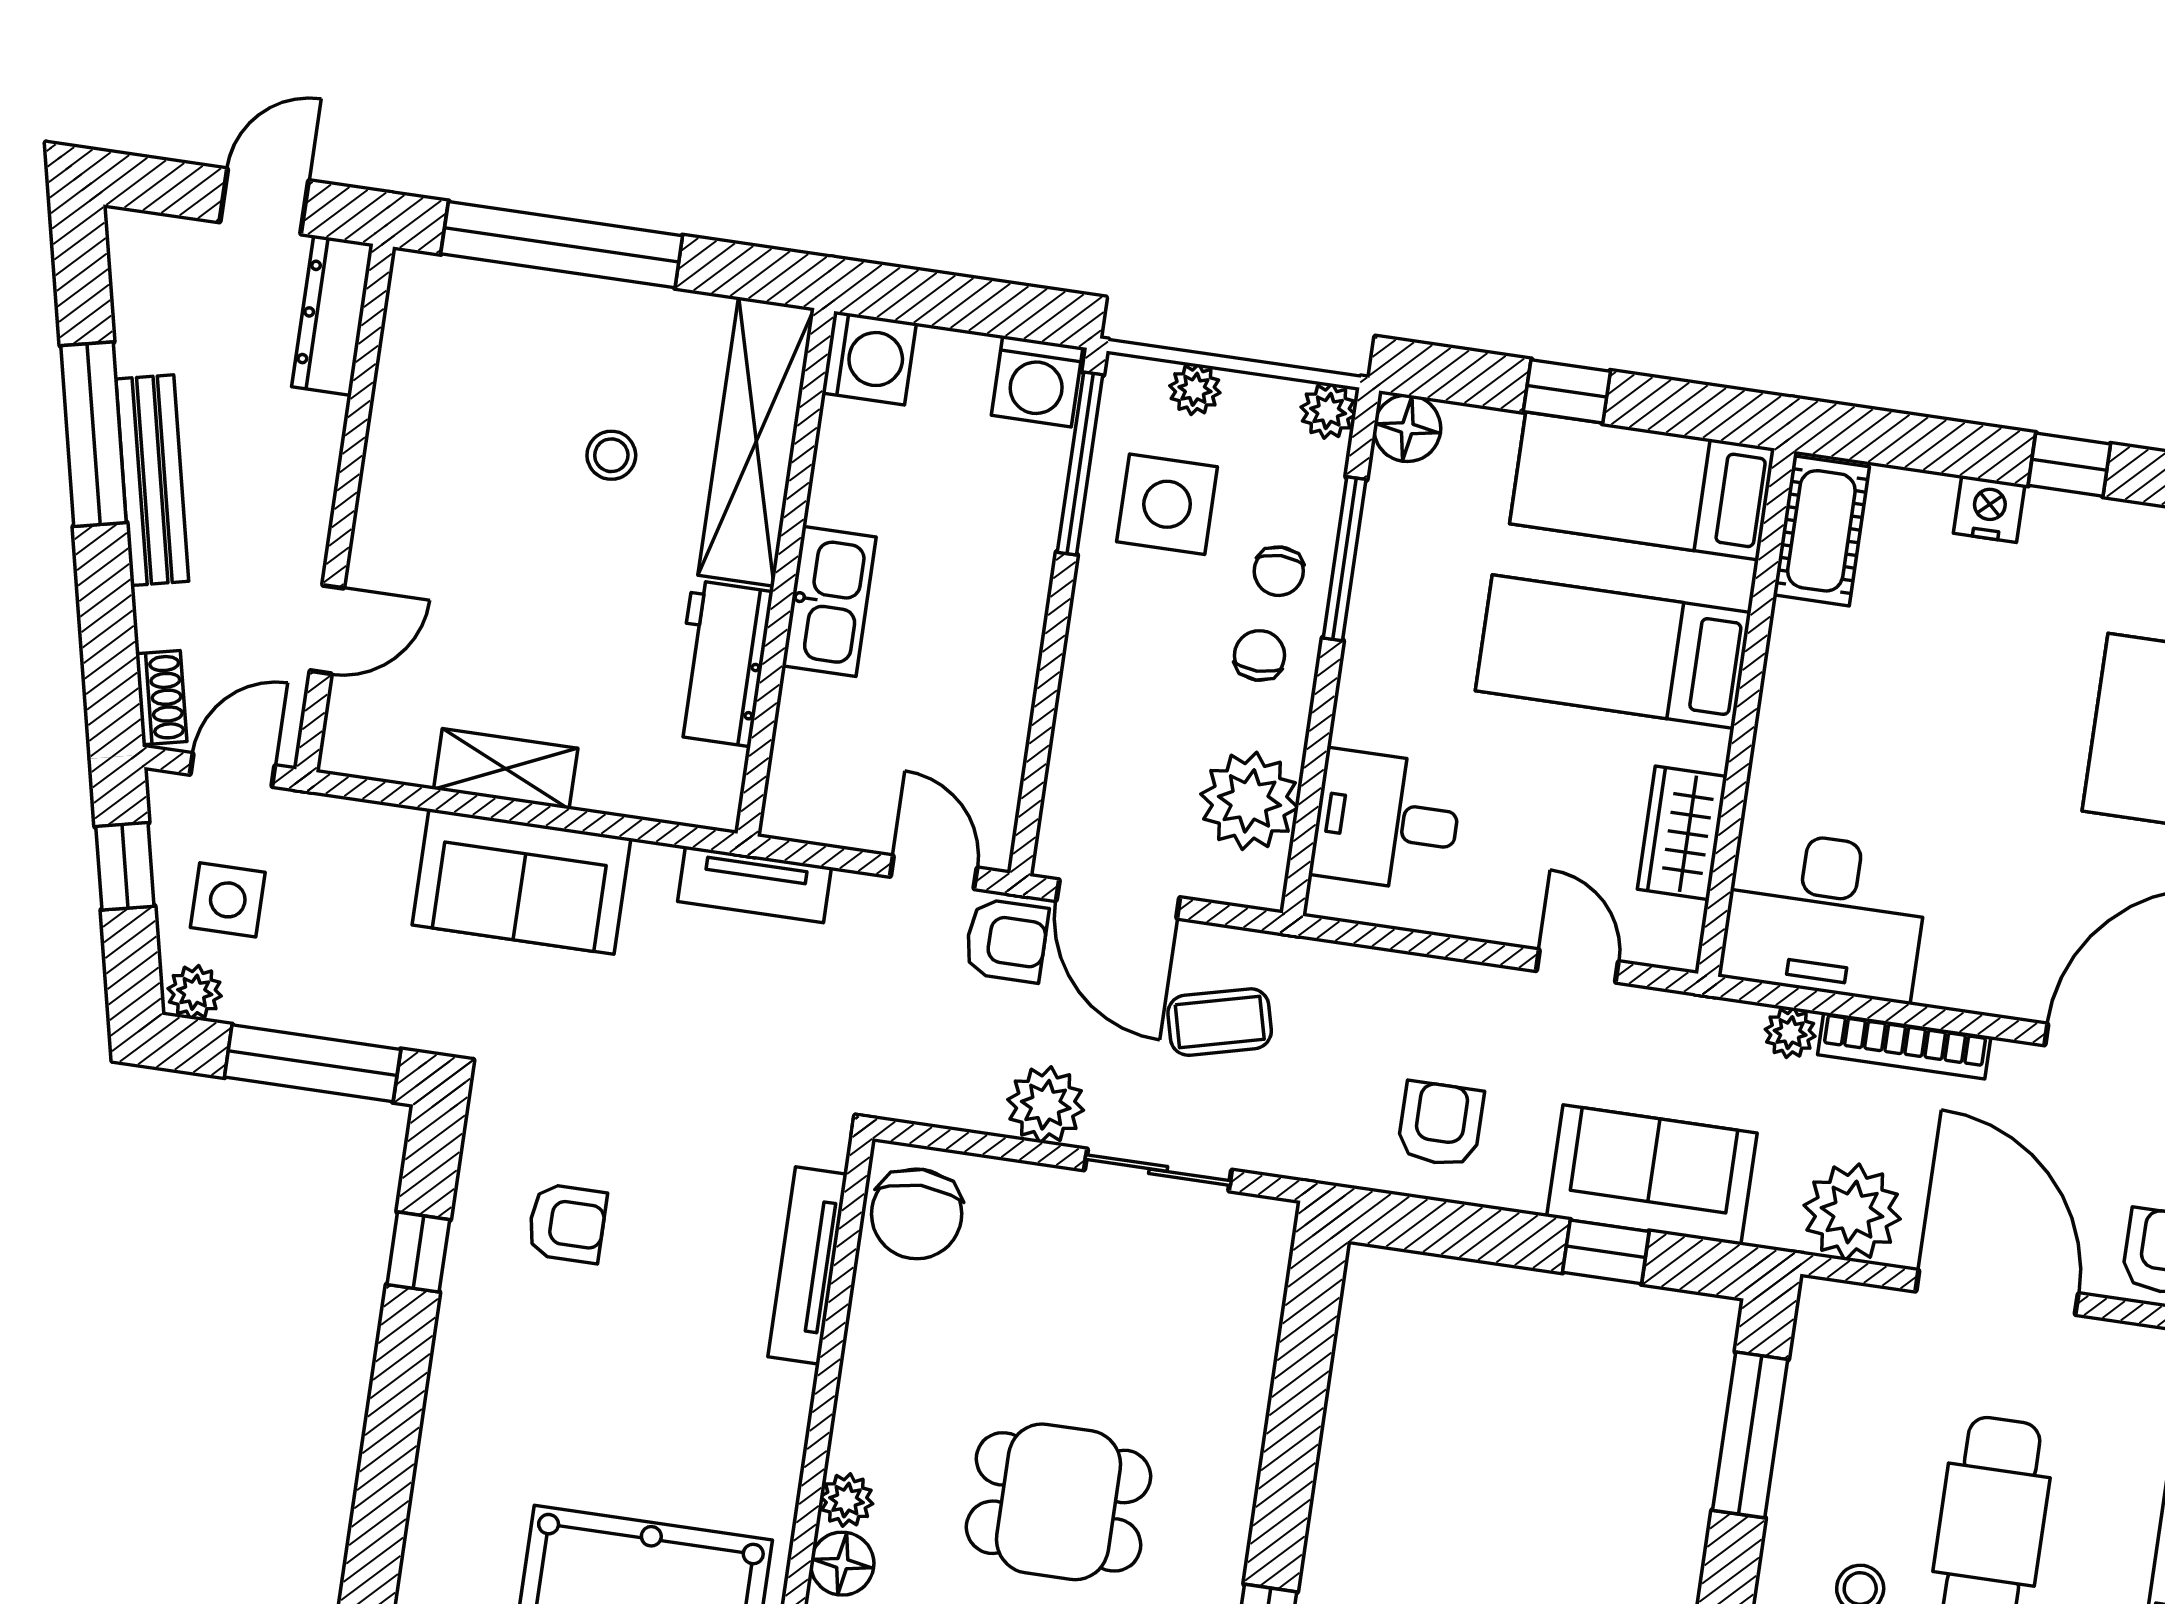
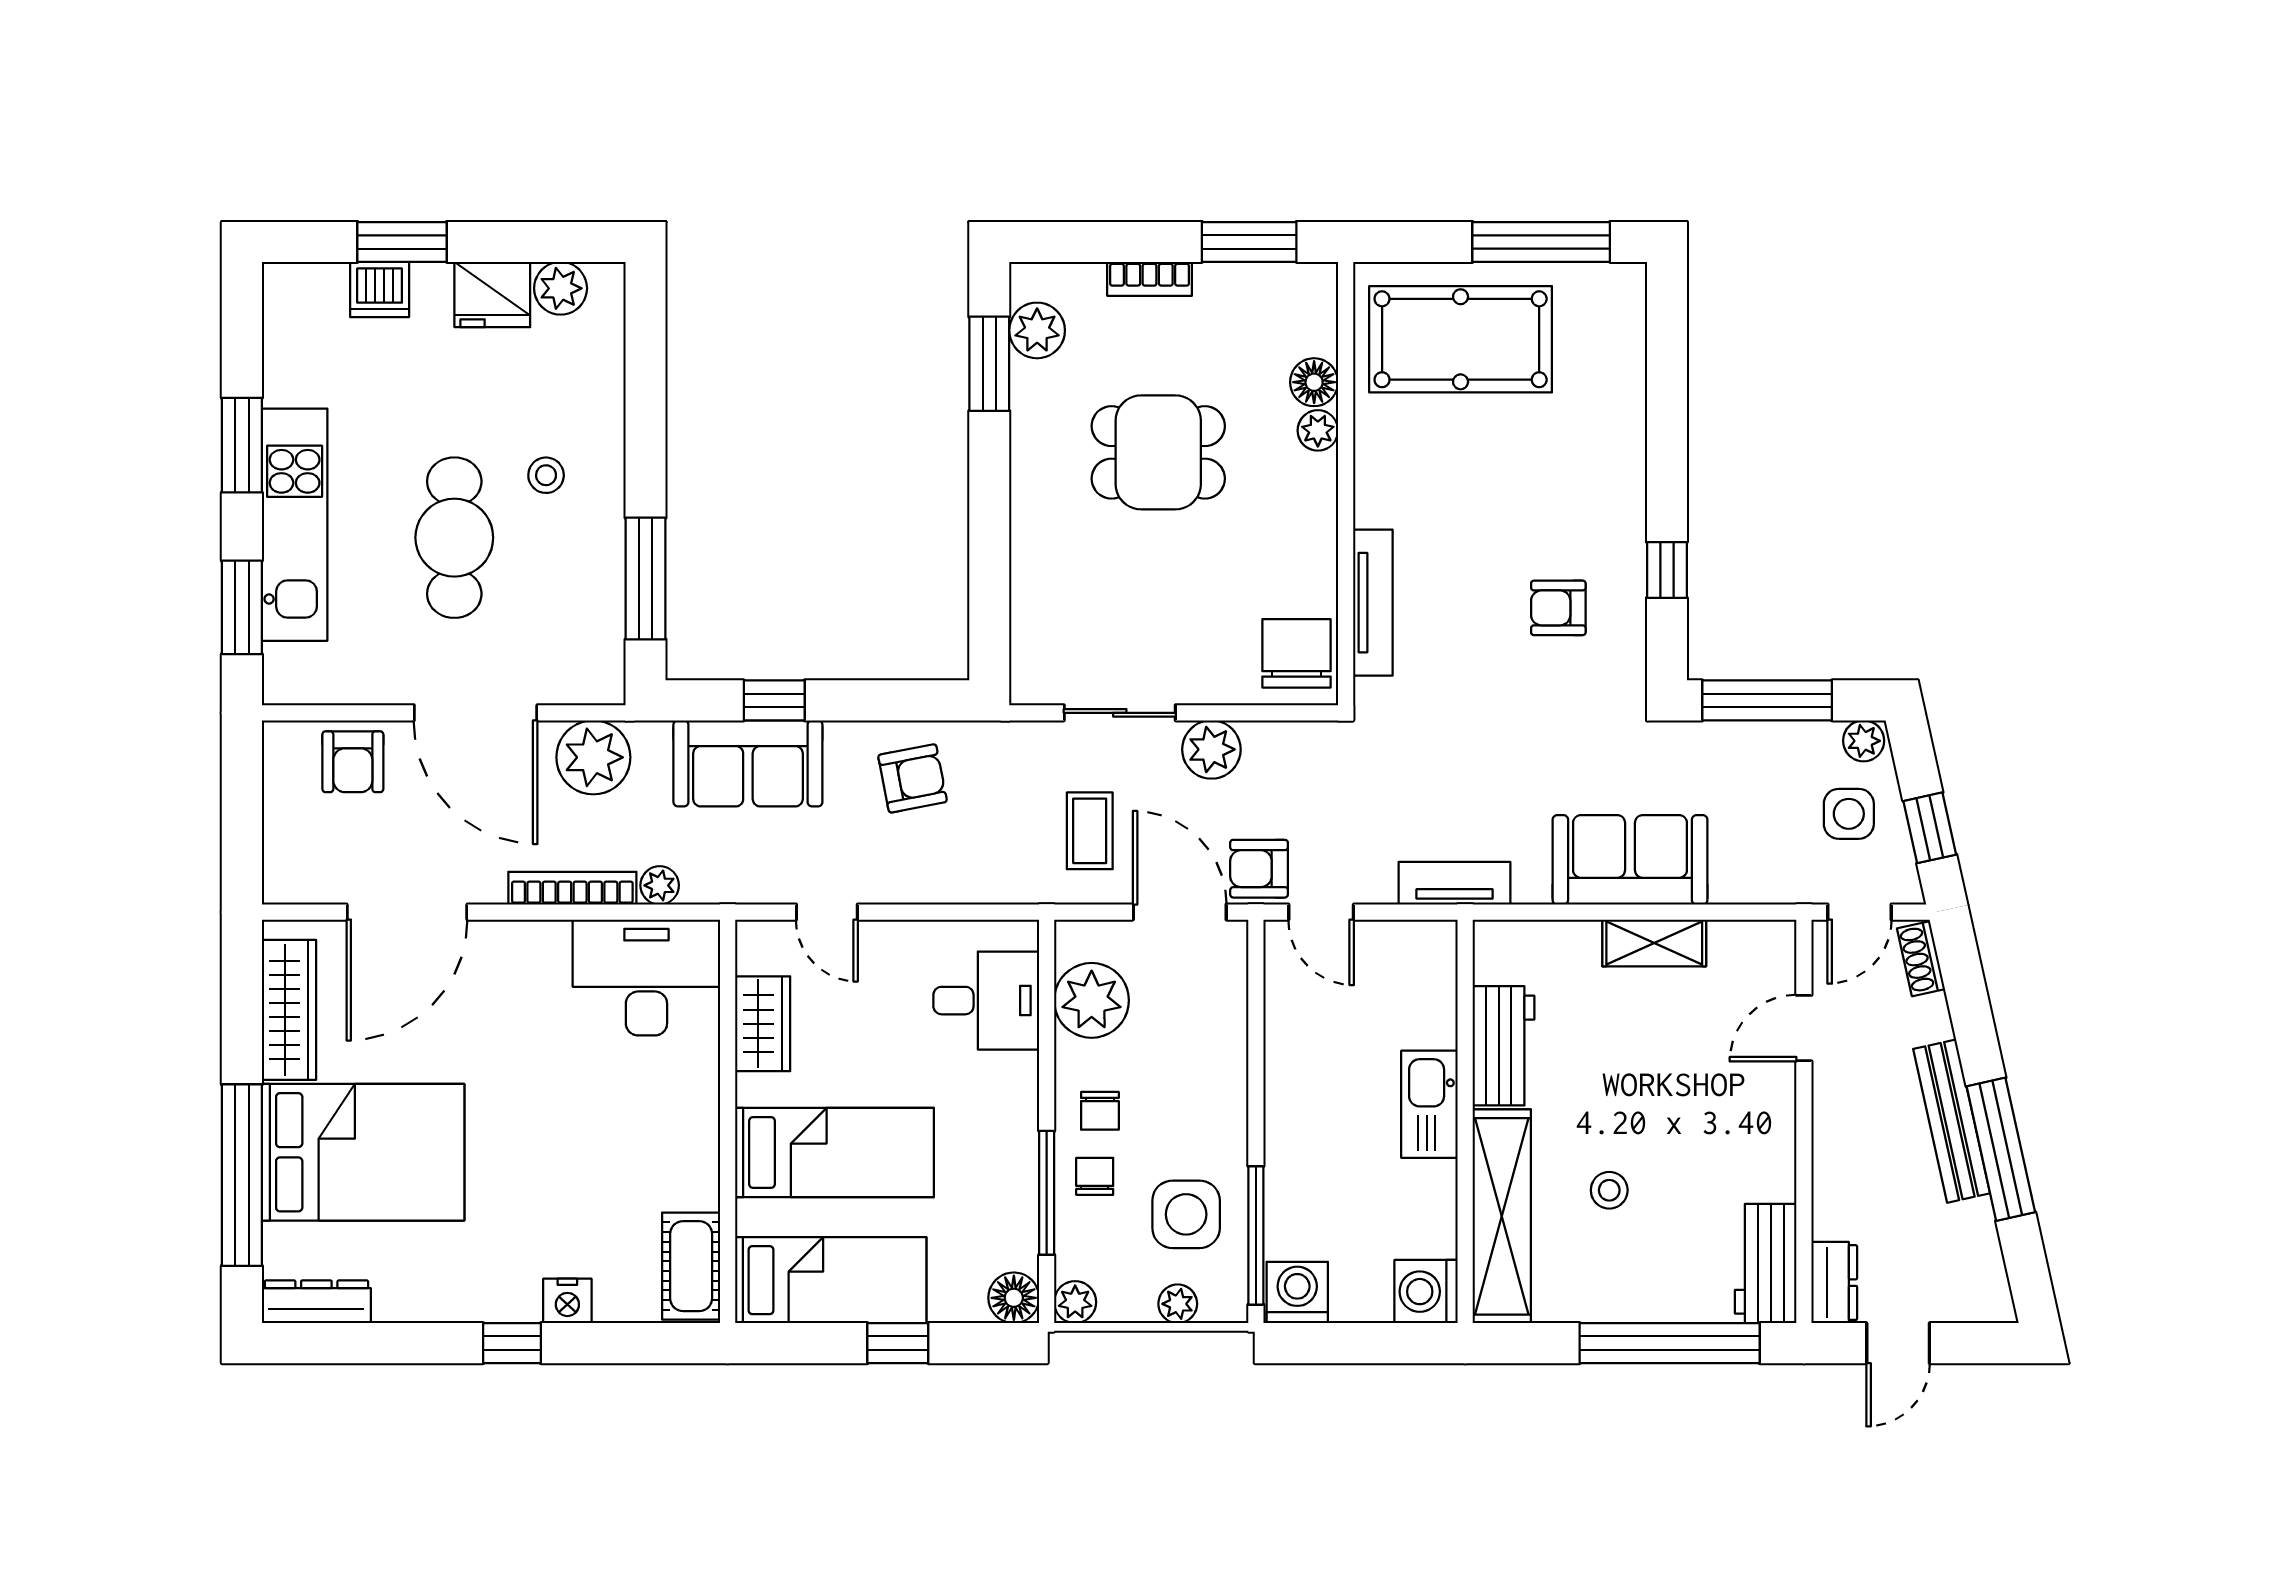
dresser: (332, 315) -> (1834, 1283), width x0.70
workbench: (421, 330) -> (1766, 1264), added
coffee table: (1220, 1022) -> (1090, 831), turned -76
armchair: (1440, 1124) -> (913, 778), turned -101

